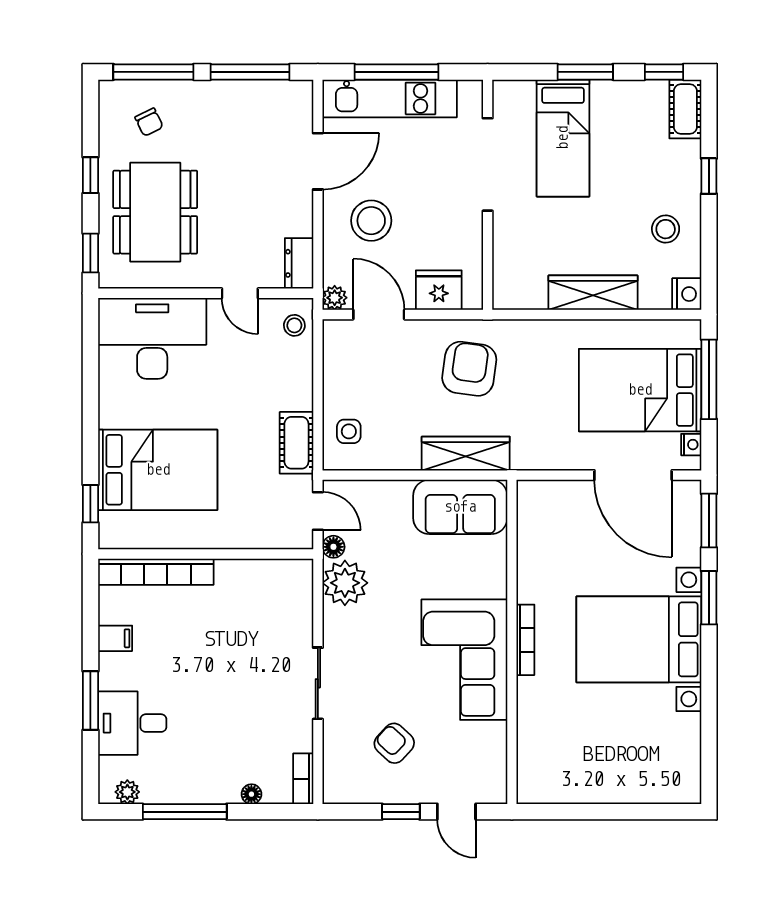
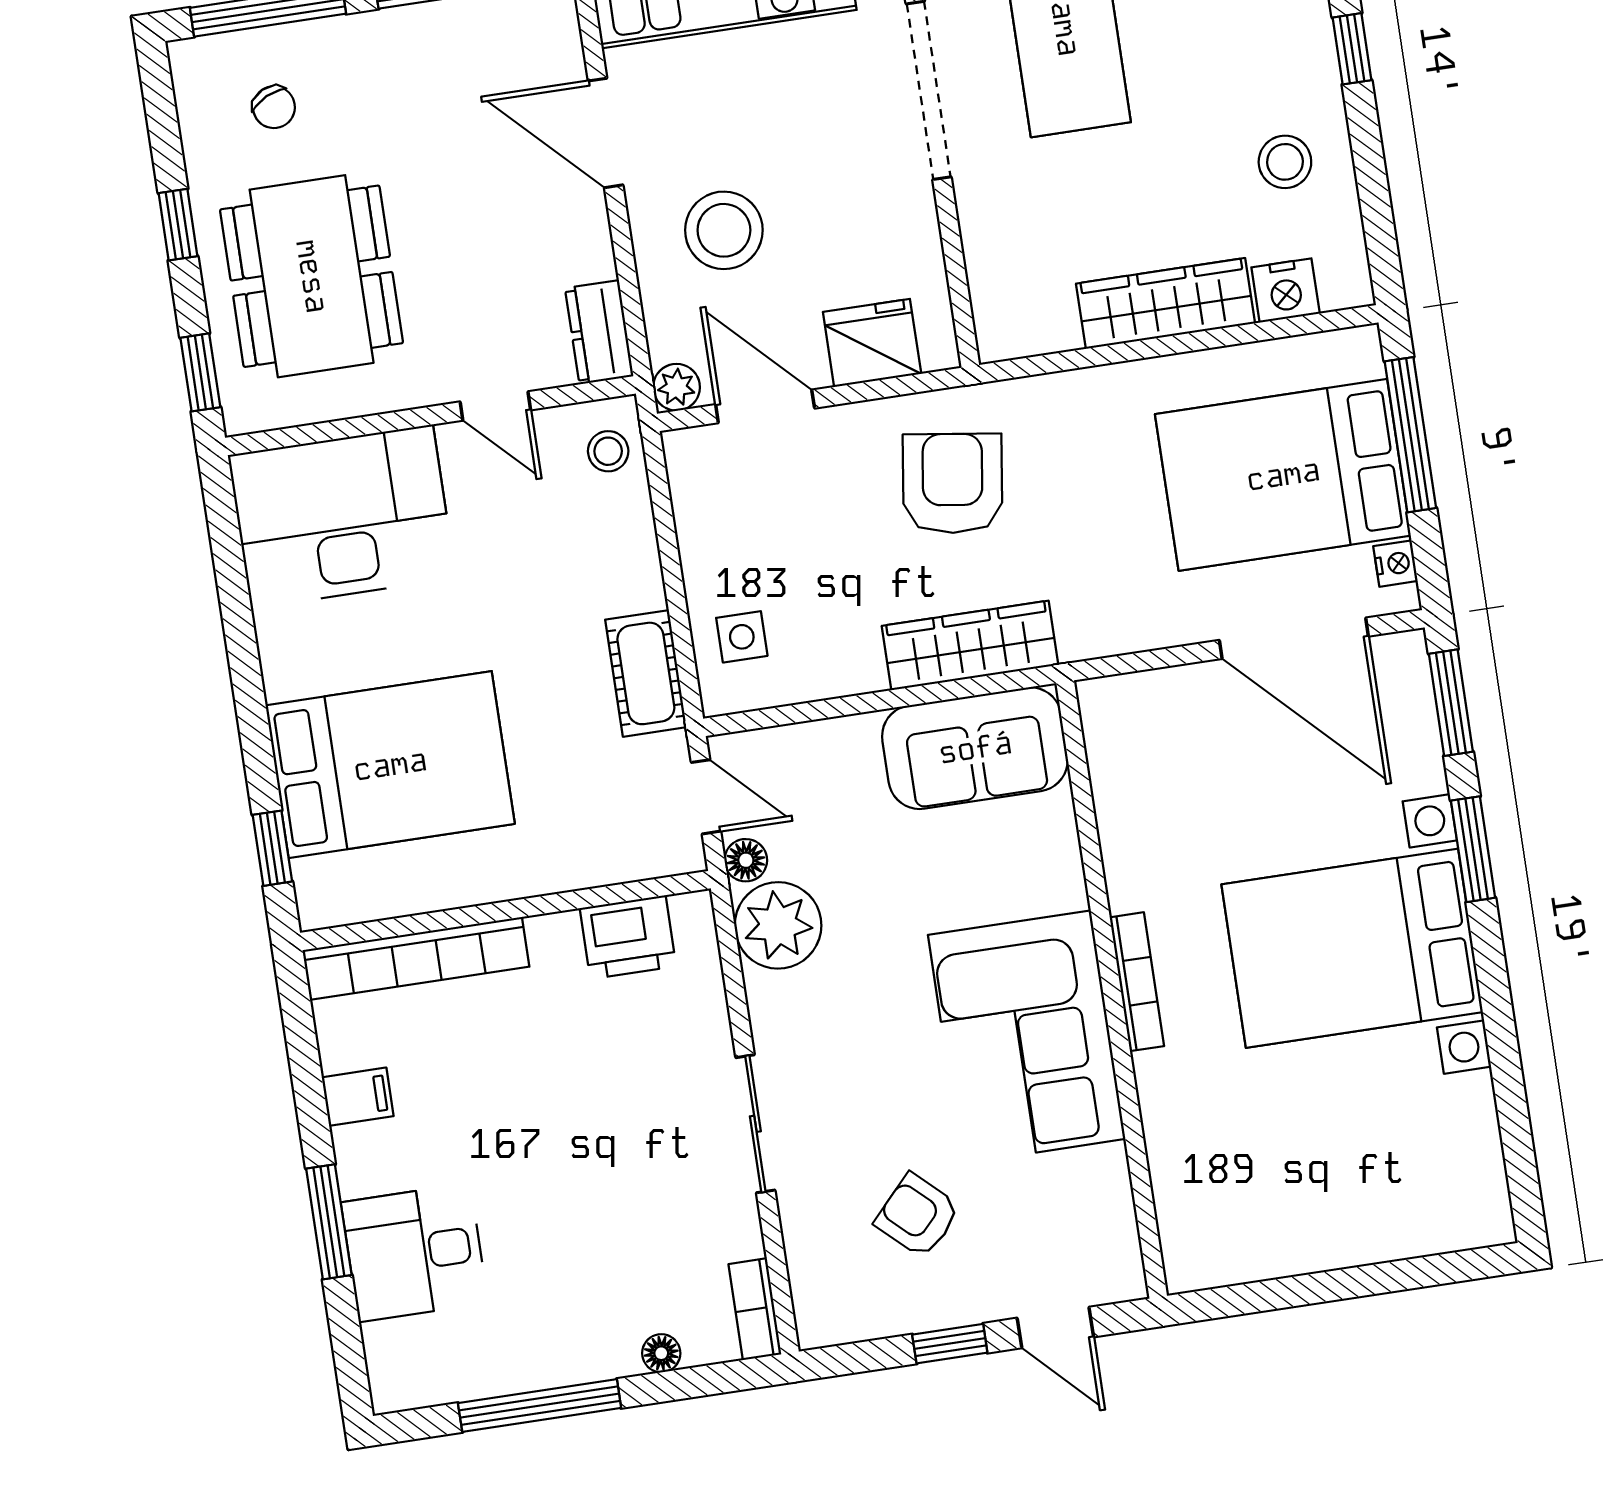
door: (318, 161) -> (606, 133), swing flipped
nightstand: (687, 294) -> (1286, 290), moved, turned 90
printer: (267, 577) -> (628, 937), added
plant: (127, 792) -> (425, 1385), removed

